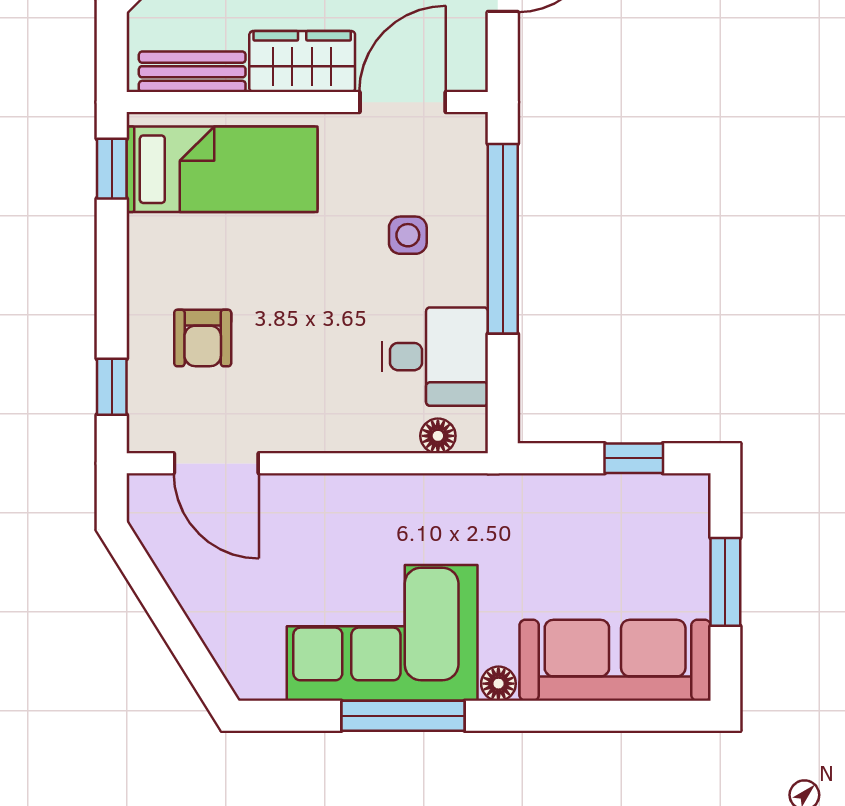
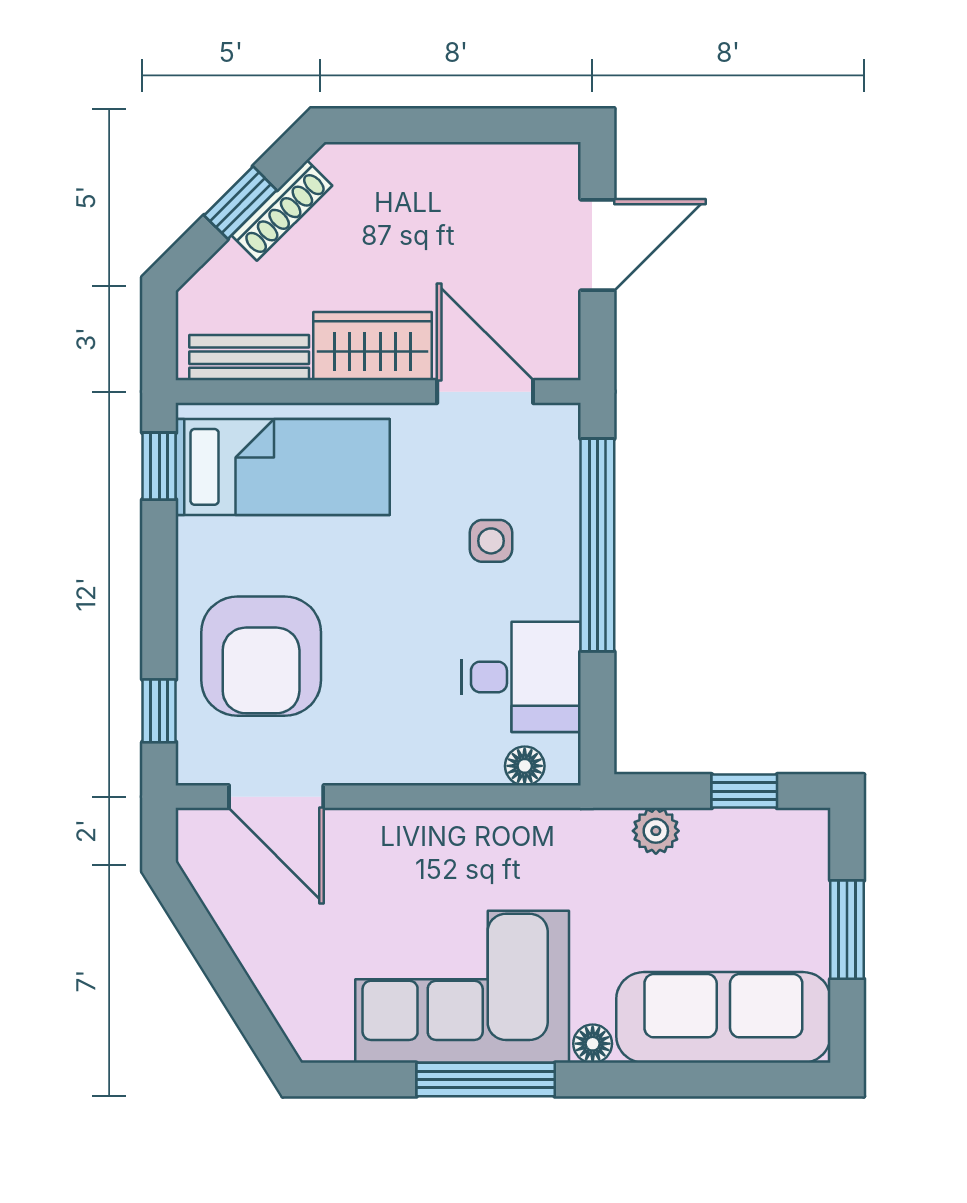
door: (403, 102) -> (485, 392), hinge flipped
armchair: (203, 338) -> (261, 656), width x1.88, depth x1.88
plant: (555, 494) -> (656, 831), added

